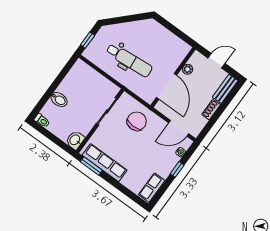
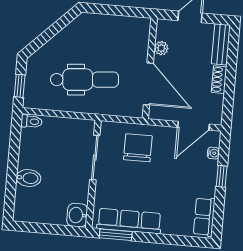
toilet: (42, 121) -> (31, 121), moved

